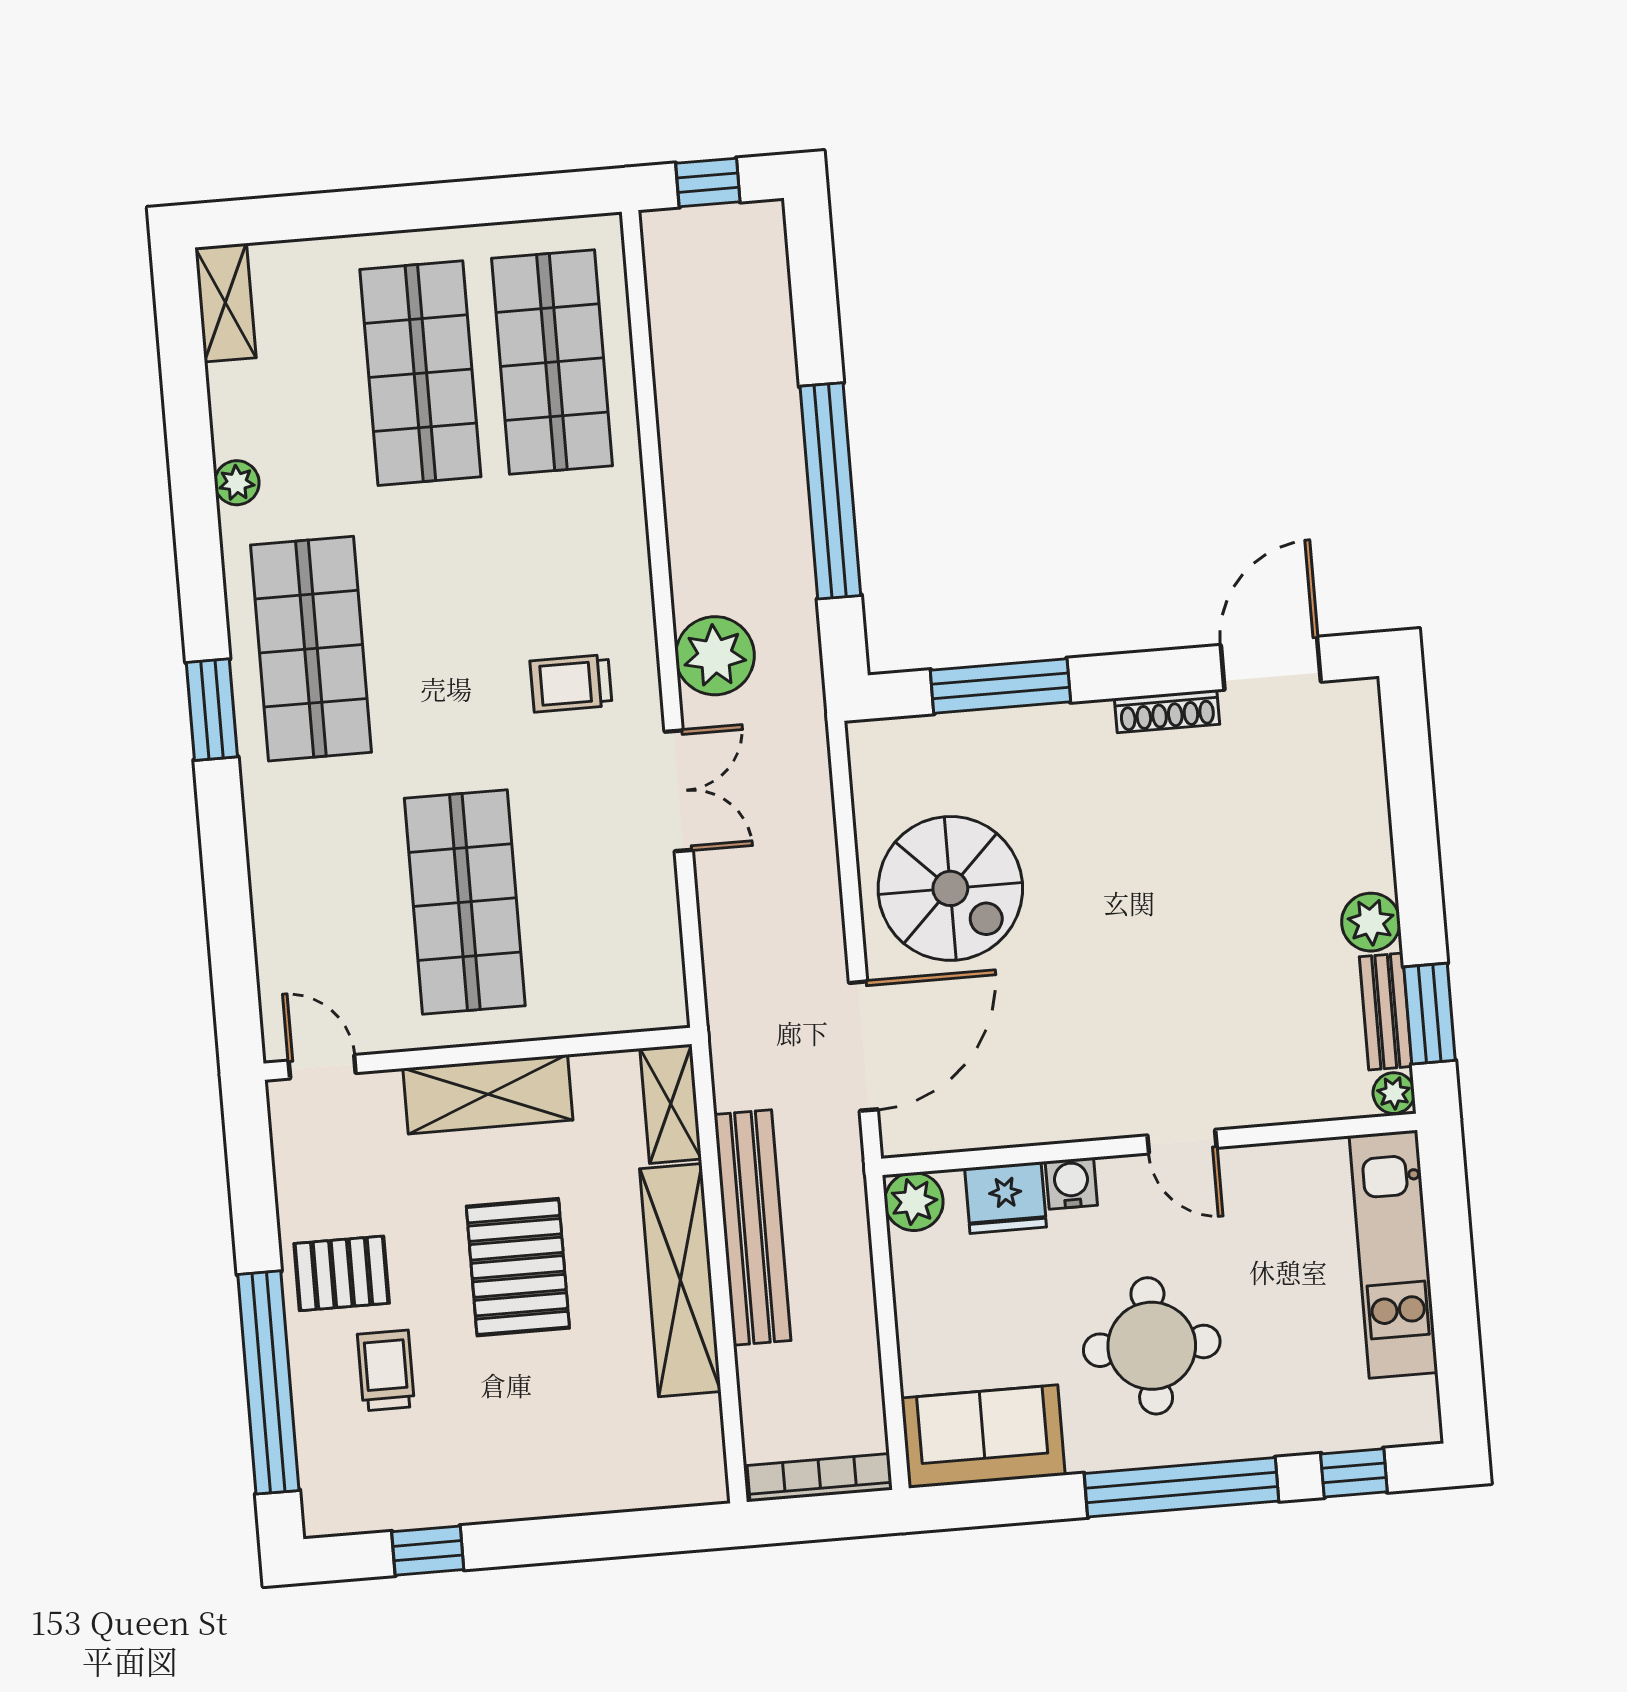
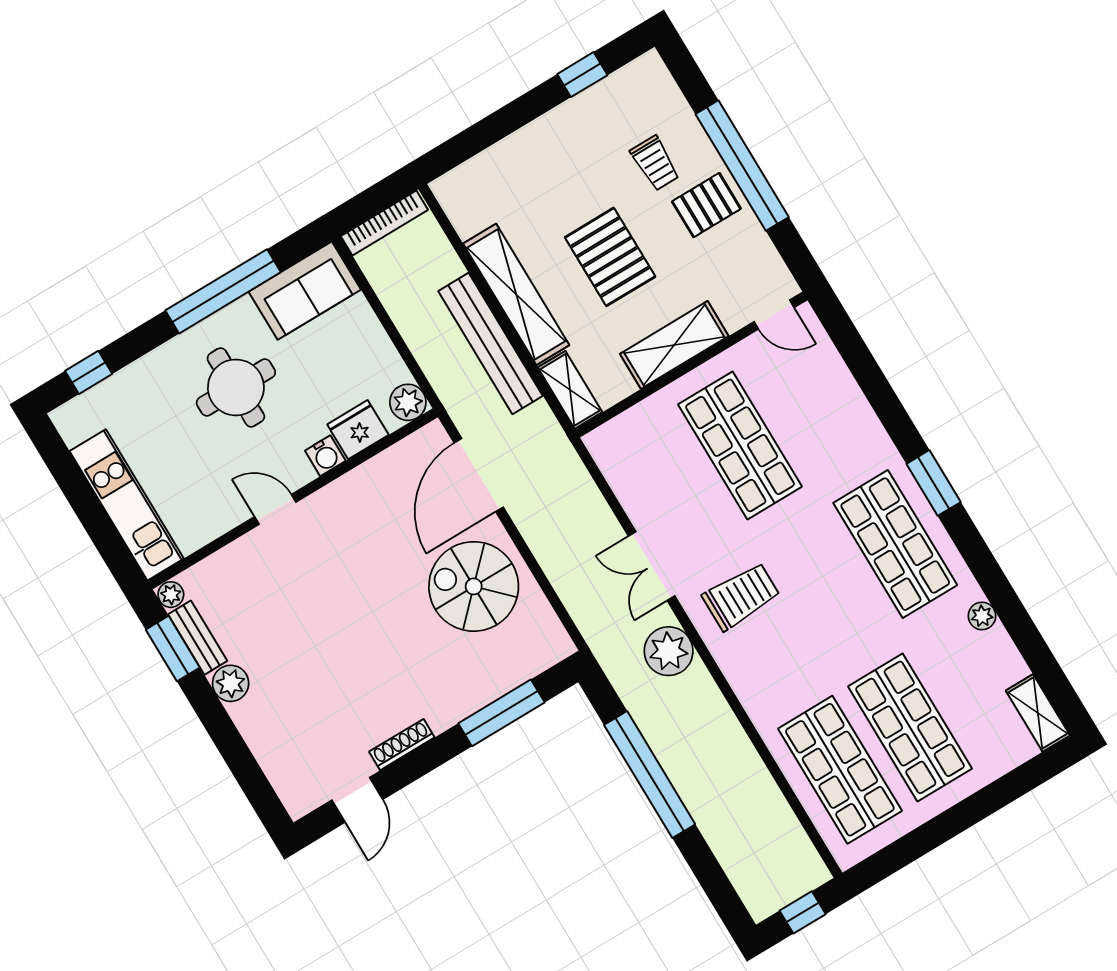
door: (1271, 663) -> (357, 800), width x0.73
trolley: (571, 683) -> (741, 596), width x1.36, depth x1.39
window: (268, 1382) -> (742, 166), moved
window: (1182, 1487) -> (223, 291), moved

